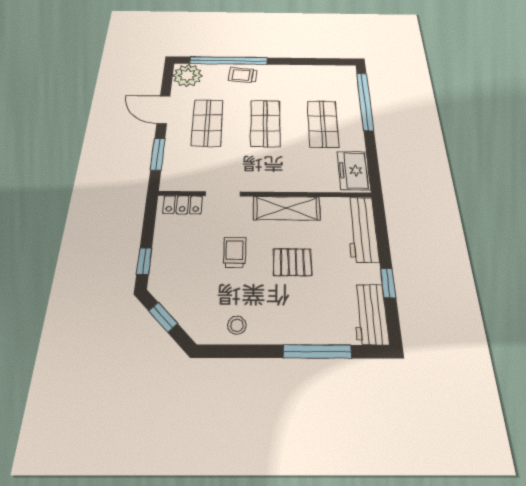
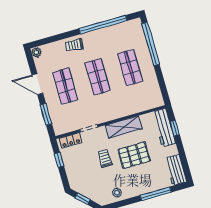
window: (228, 61) -> (103, 25), moved
plant: (188, 75) -> (37, 52), width x0.53, depth x0.53
freezer: (354, 170) -> (153, 94), removed
window: (144, 261) -> (59, 160), moved
pallet: (292, 262) -> (134, 155), width x1.50, depth x1.42
window: (388, 283) -> (175, 128), moved

